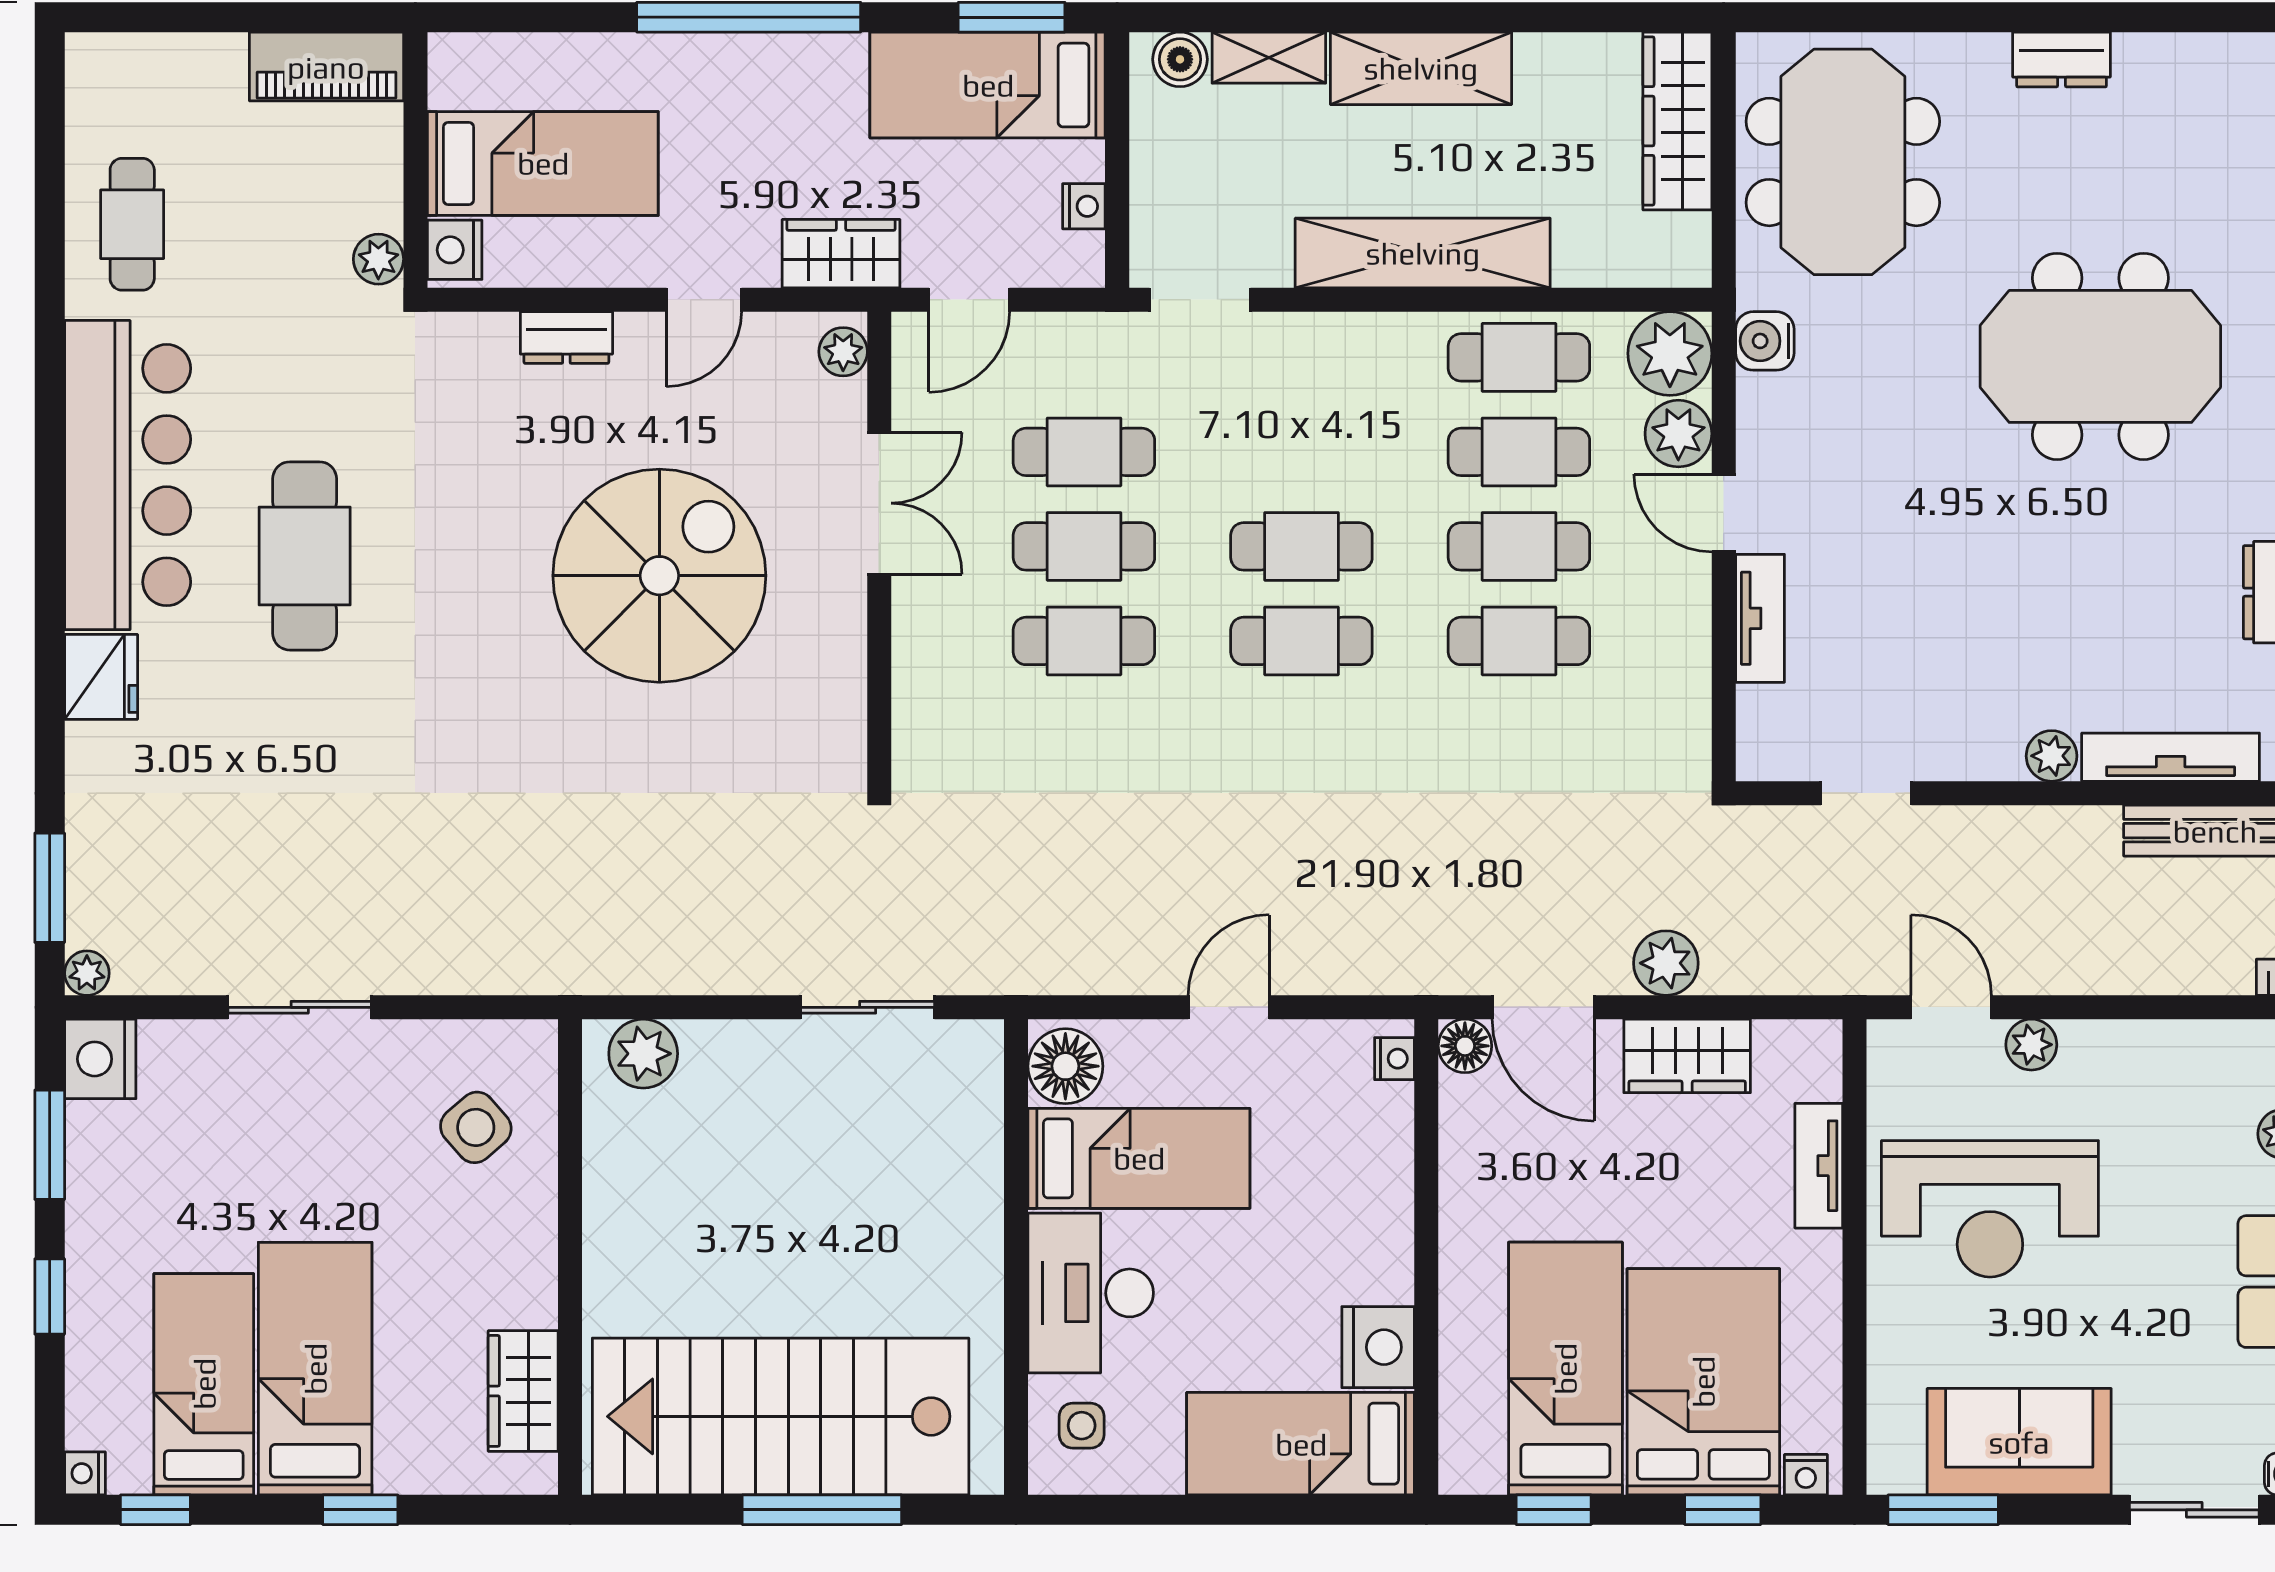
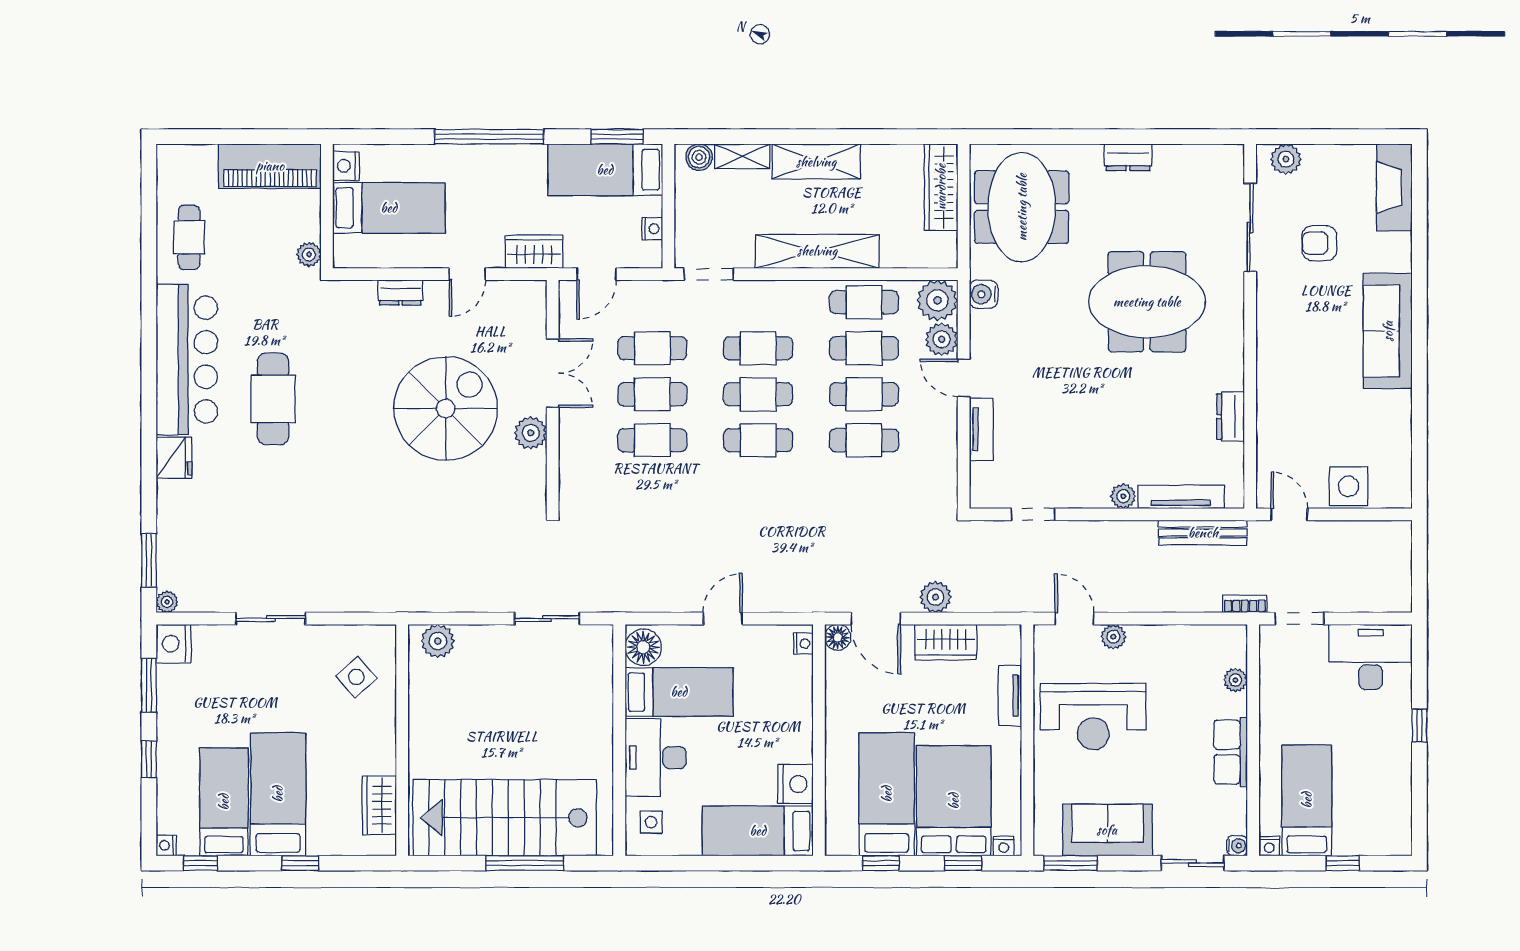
piano: (326, 67) -> (270, 166), width x1.37, depth x1.33
nightstand: (455, 250) -> (346, 166), moved
plant: (843, 352) -> (531, 433), moved, width x1.38, depth x1.38
cafe table: (1301, 452) -> (758, 348), added

